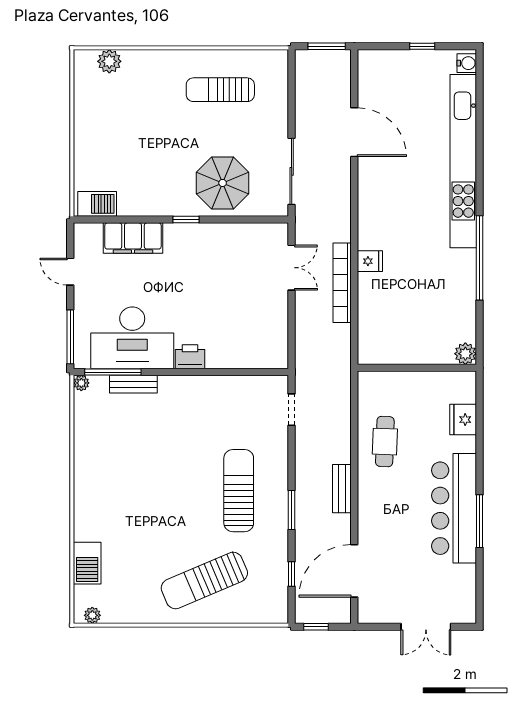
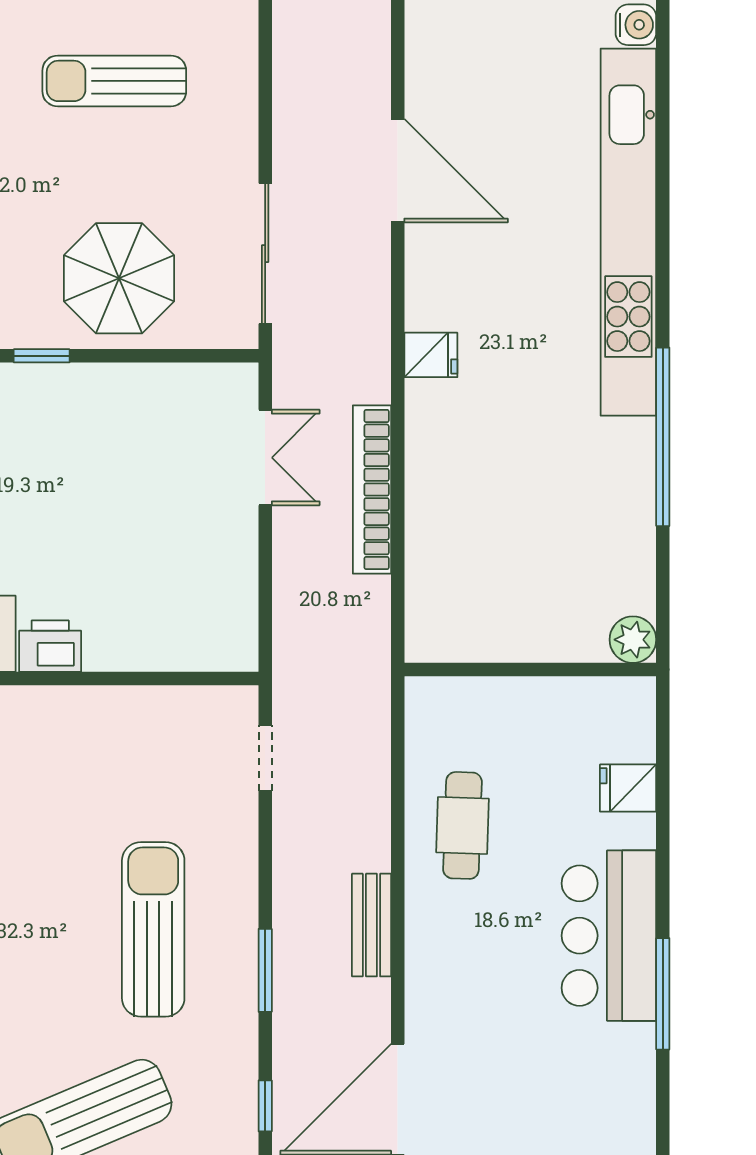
fridge: (370, 261) -> (431, 355), moved
fridge: (463, 420) -> (628, 788), width x0.72
bar counter: (454, 508) -> (609, 936), width x0.73

